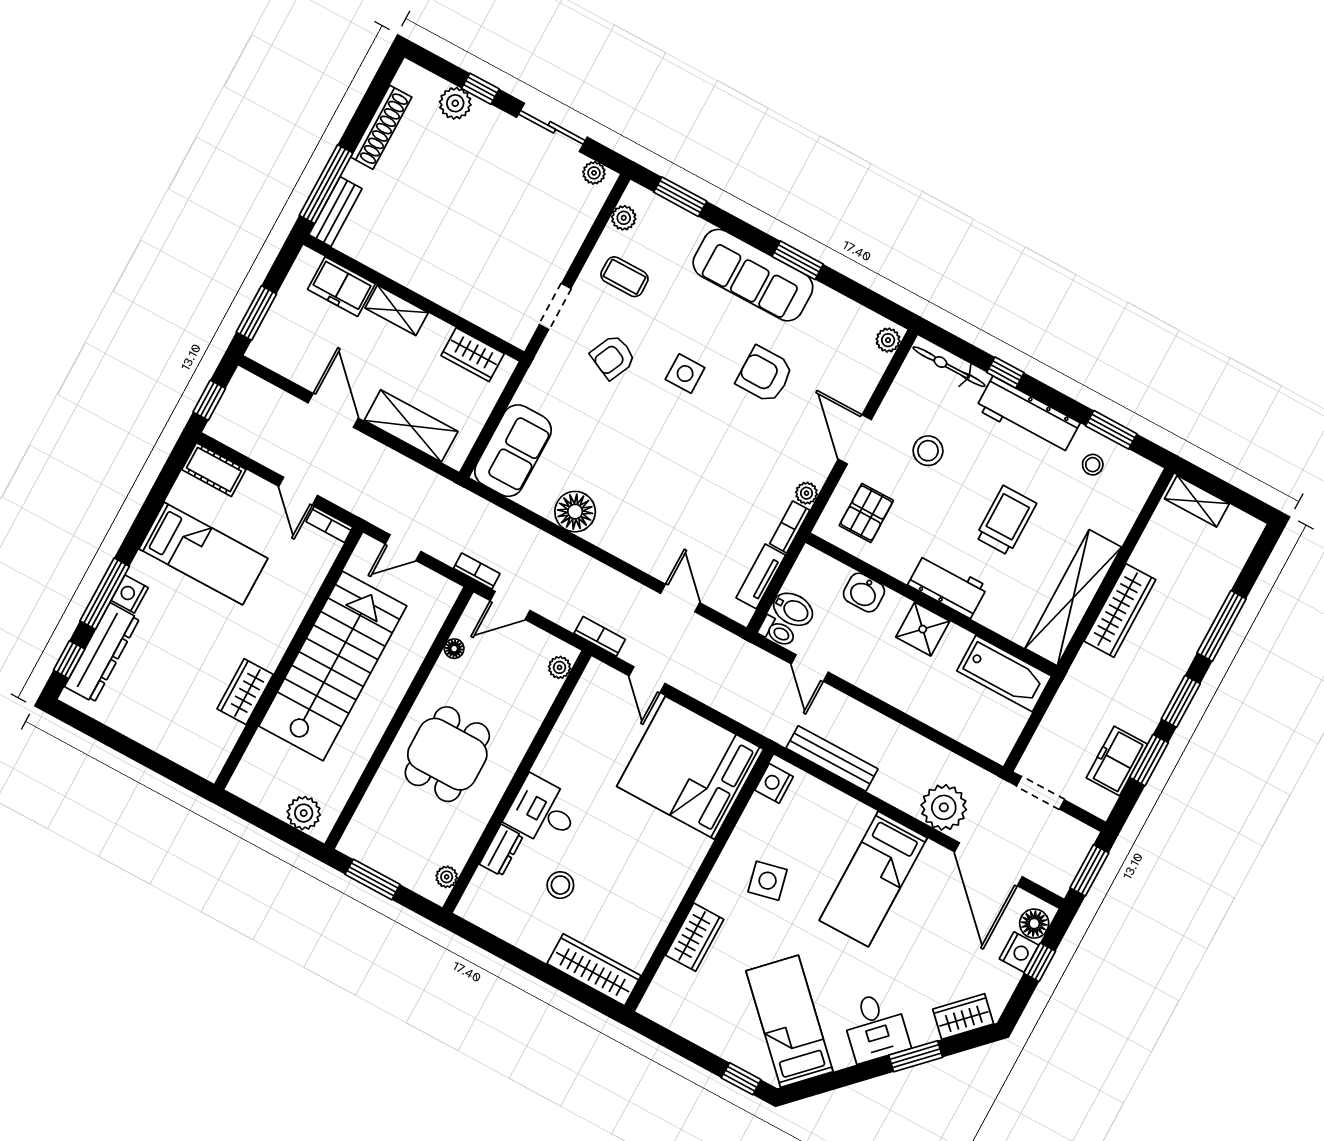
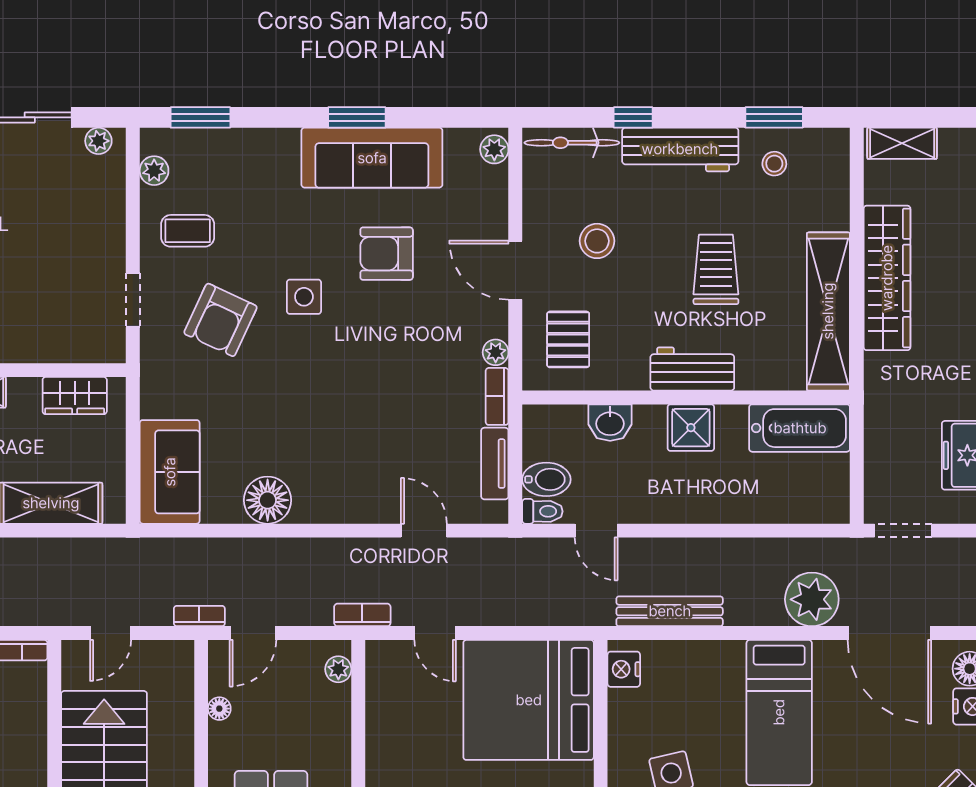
sofa: (753, 275) -> (372, 158), moved
armchair: (613, 357) -> (220, 320), width x1.38, depth x1.38
wardrobe: (1120, 610) -> (887, 278), width x1.40, depth x1.17

